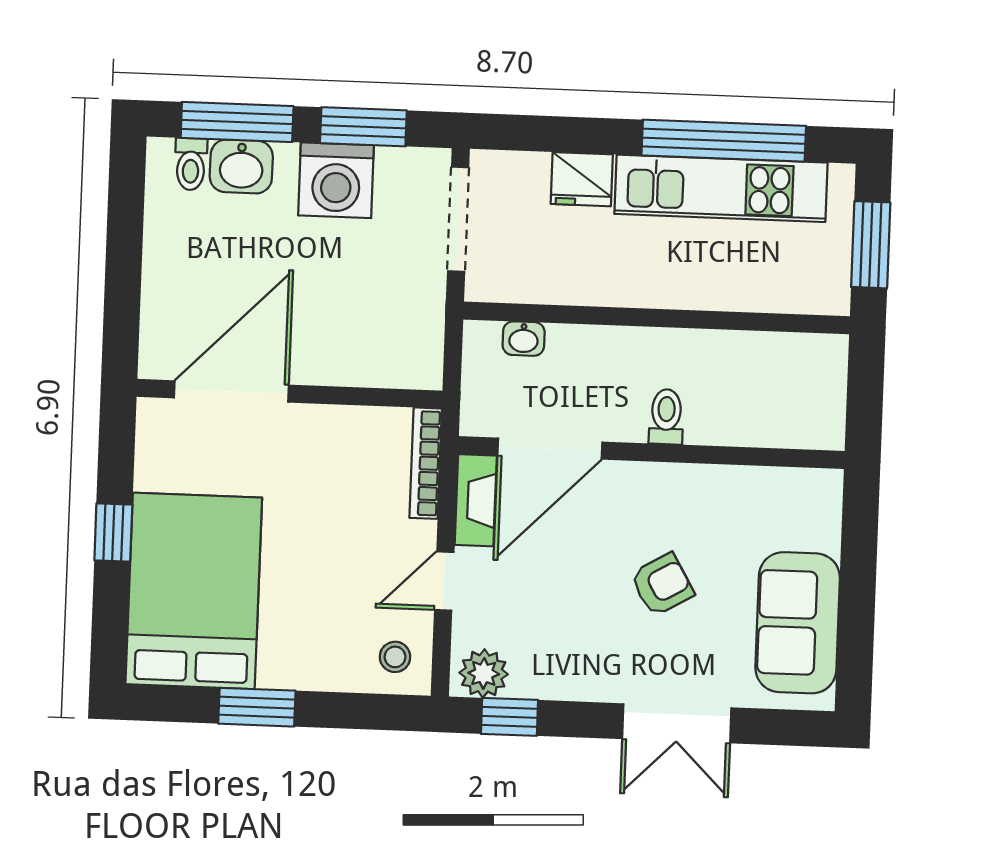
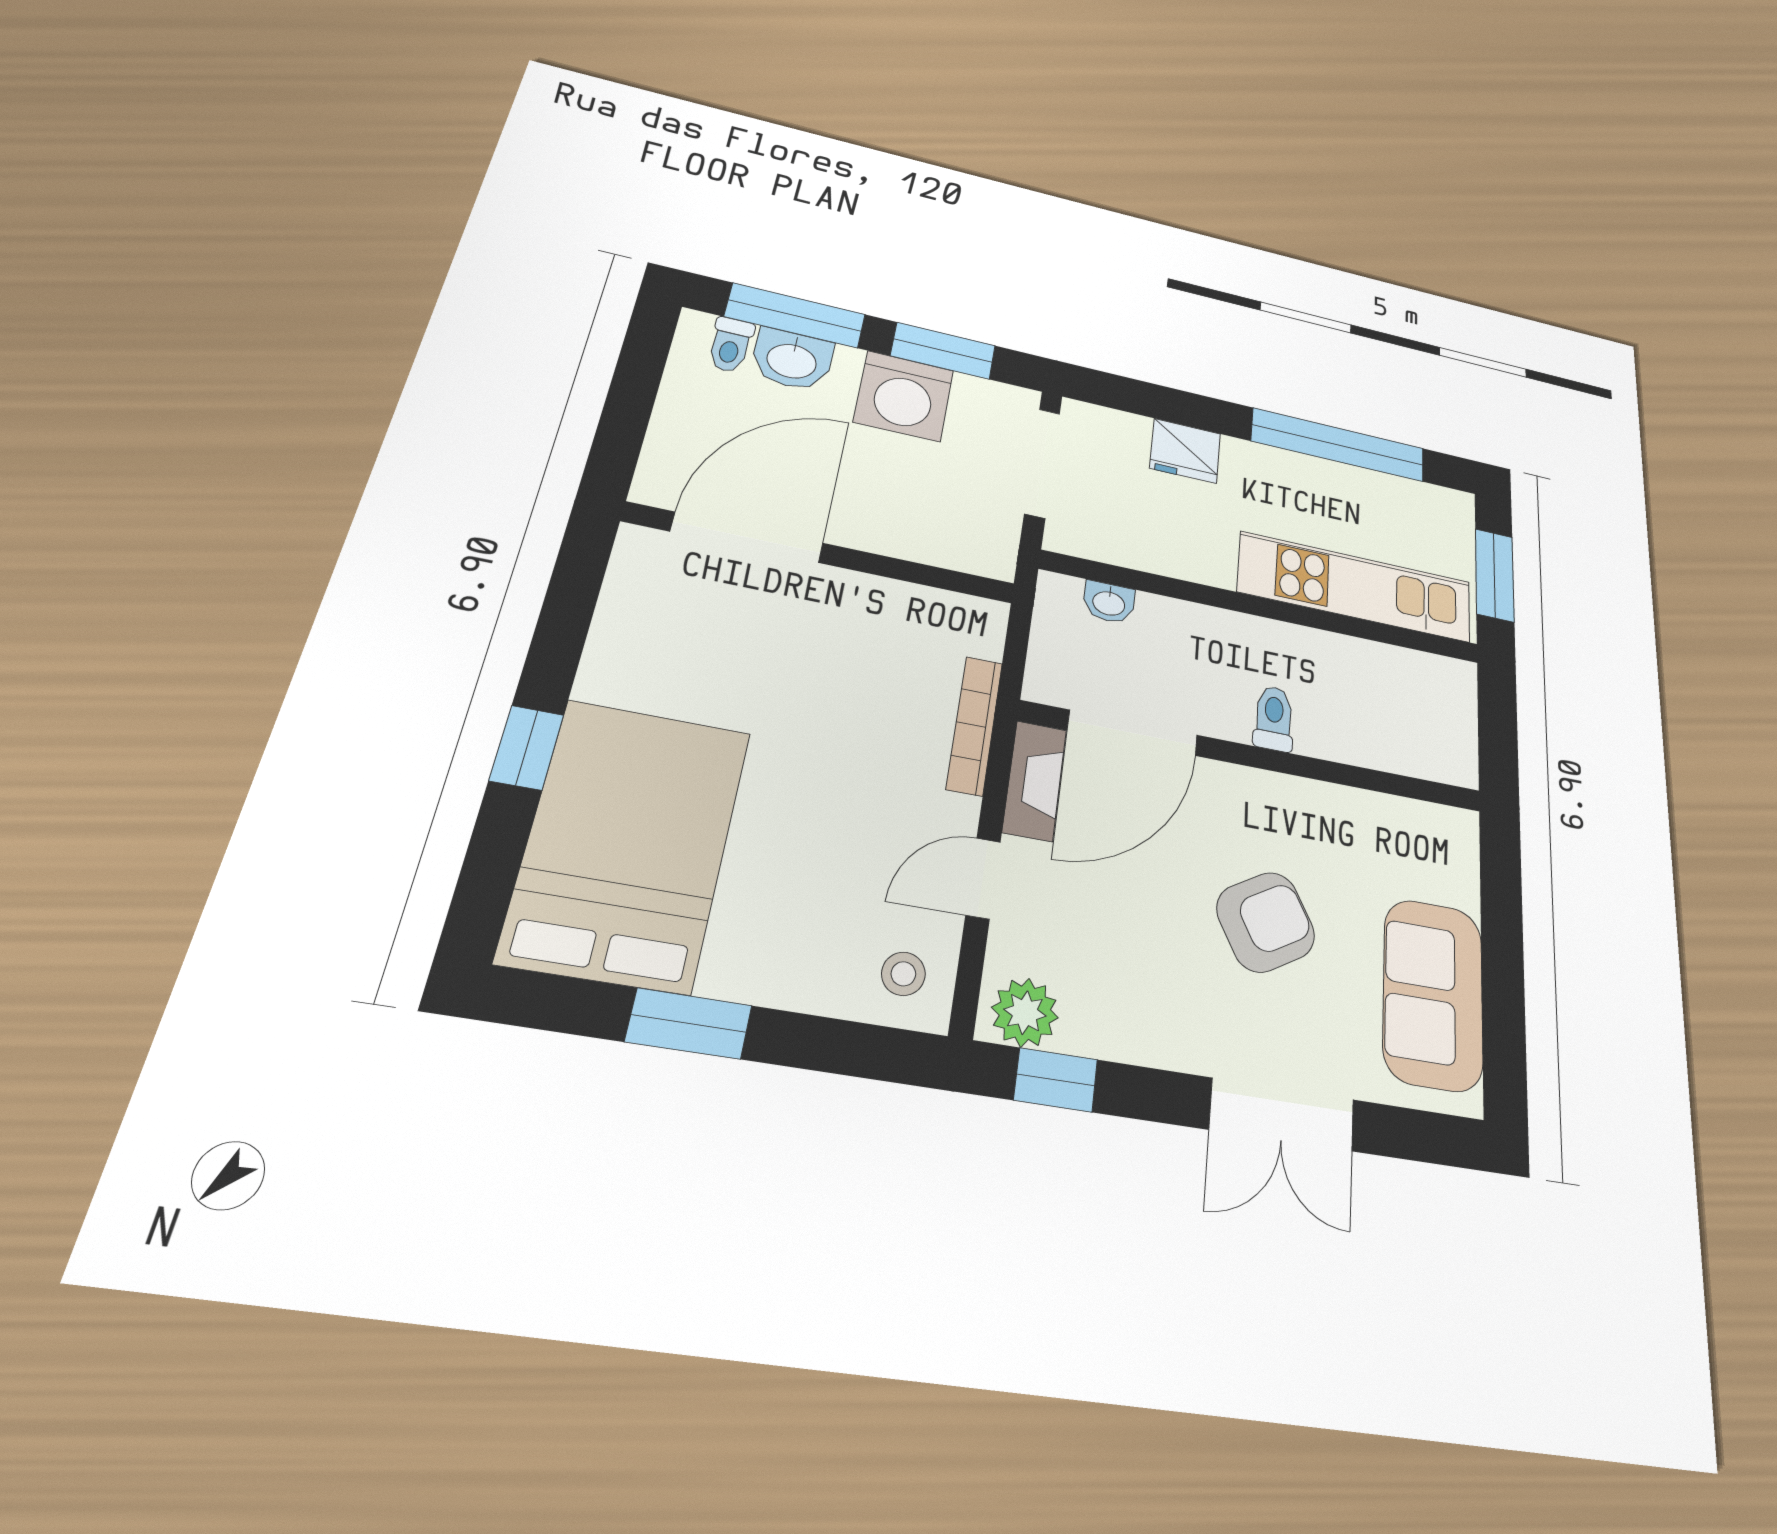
kitchen unit: (721, 188) -> (1355, 587), moved, turned 180
door: (231, 391) -> (747, 537), moved
wall: (289, 394) -> (822, 553), moved
armchair: (662, 585) -> (1266, 922), width x1.38, depth x1.38

